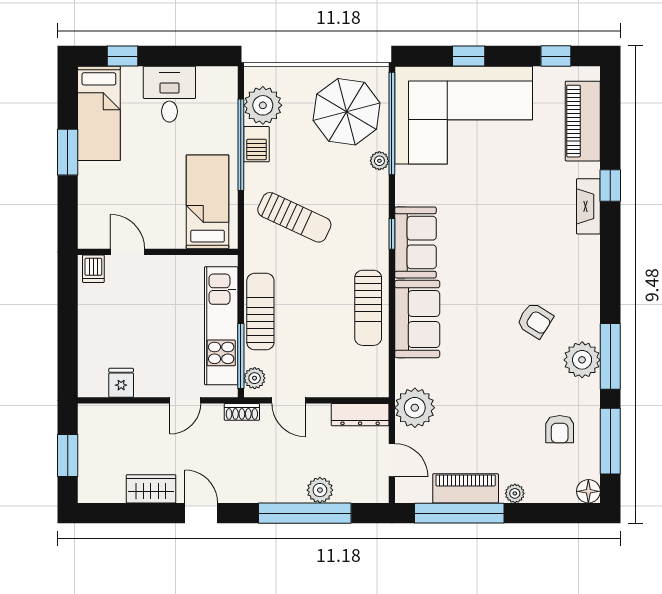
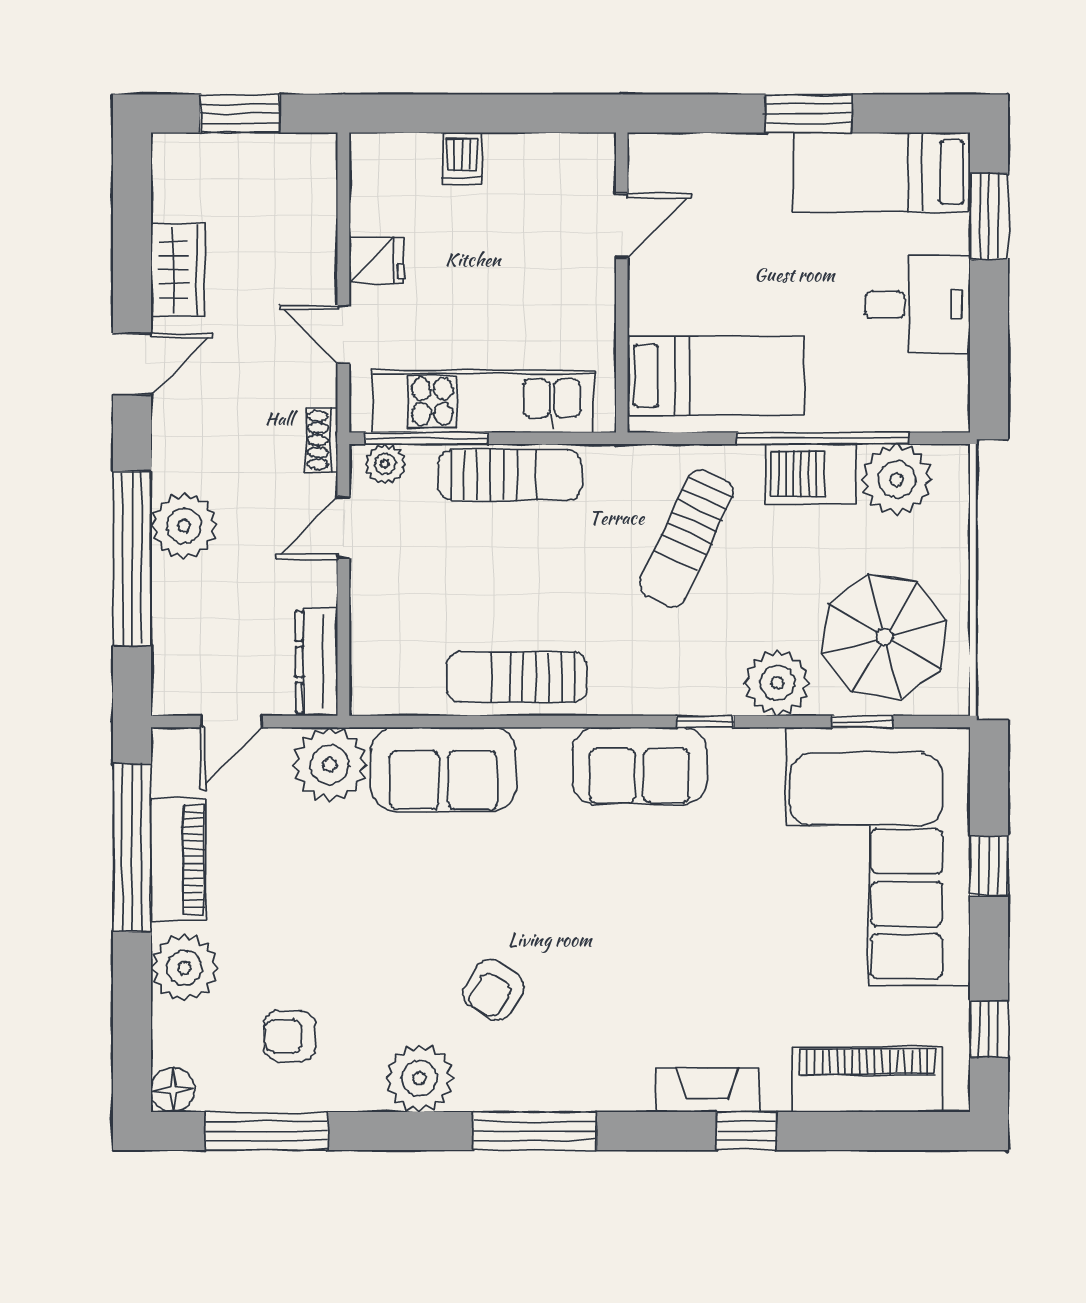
window: (122, 56) -> (989, 216), width x1.50
window: (392, 123) -> (863, 721), width x0.32
barbecue: (256, 144) -> (811, 474), width x1.38, depth x1.27
plant: (379, 161) -> (777, 683), width x1.87, depth x1.87
window: (392, 234) -> (705, 721), moved
dishwasher: (93, 269) -> (462, 158), moved, turned -90
sofa: (417, 319) -> (443, 769), moved
window: (610, 356) -> (535, 1131), moved
fridge: (121, 383) -> (376, 260), moved
plant: (320, 490) -> (184, 526), moved, width x1.36, depth x1.36
plant: (515, 493) -> (184, 968), width x1.88, depth x1.88

